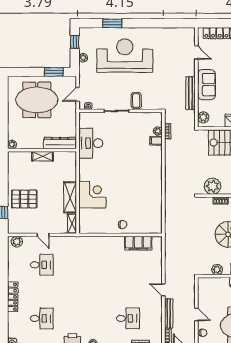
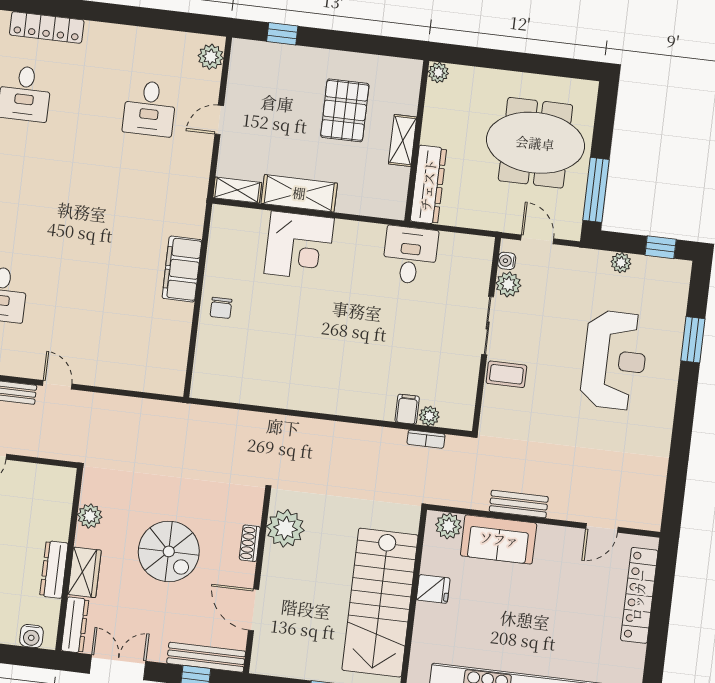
reception desk: (125, 56) -> (614, 360), width x0.74, depth x0.77
window: (54, 72) -> (596, 190), width x1.44
sofa: (206, 85) -> (499, 539), moved
bench: (190, 93) -> (519, 504), width x0.73
meeting table: (37, 100) -> (535, 143), turned 90
plant: (98, 104) -> (508, 284), added
desk: (91, 143) -> (410, 255), width x0.73
pallet: (24, 199) -> (345, 110), moved
filing cabinet: (138, 243) -> (182, 269), moved
door: (163, 290) -> (57, 385), hinge flipped
locker: (13, 297) -> (47, 27), moved

